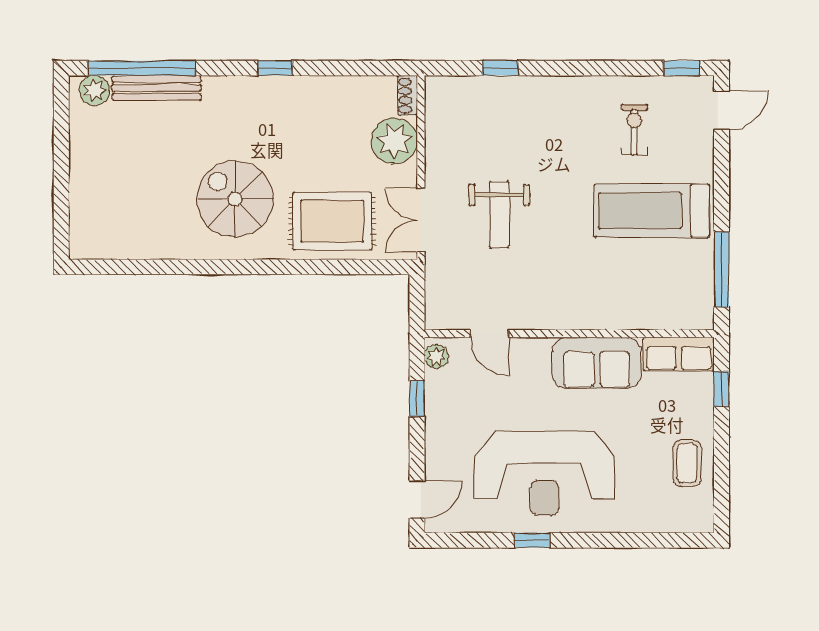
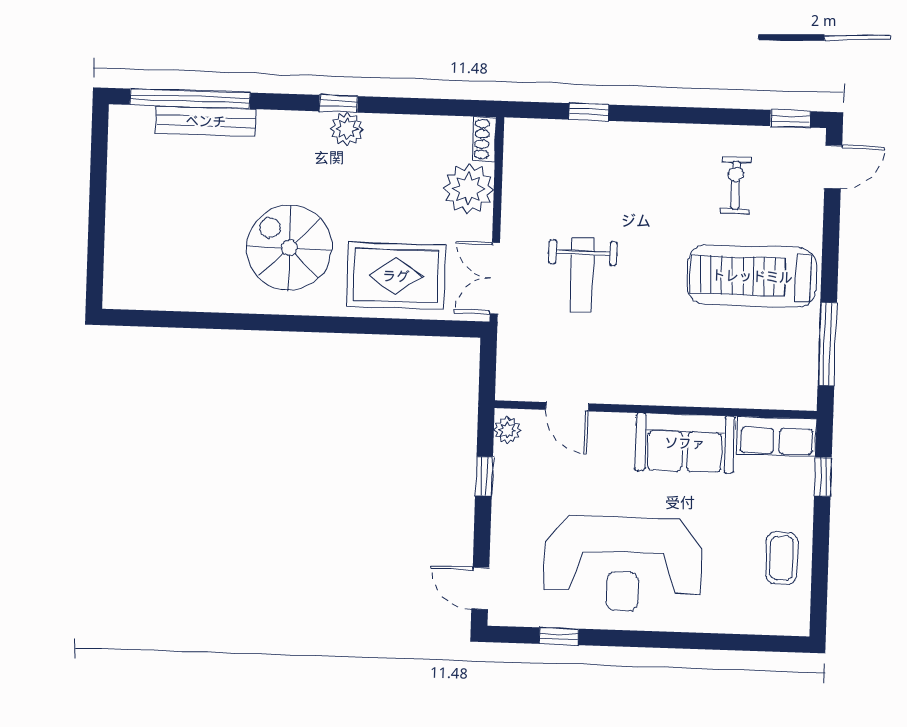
plant: (94, 91) -> (347, 129), moved
door: (417, 499) -> (480, 588), swing flipped
window: (532, 540) -> (559, 636), moved

